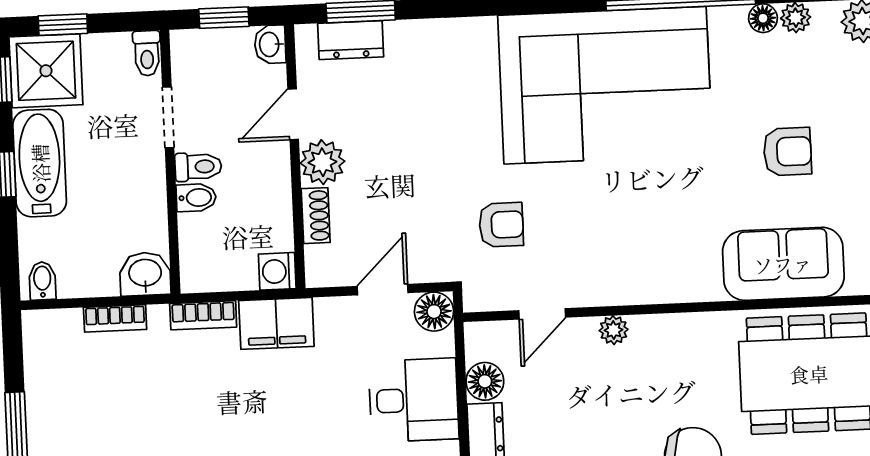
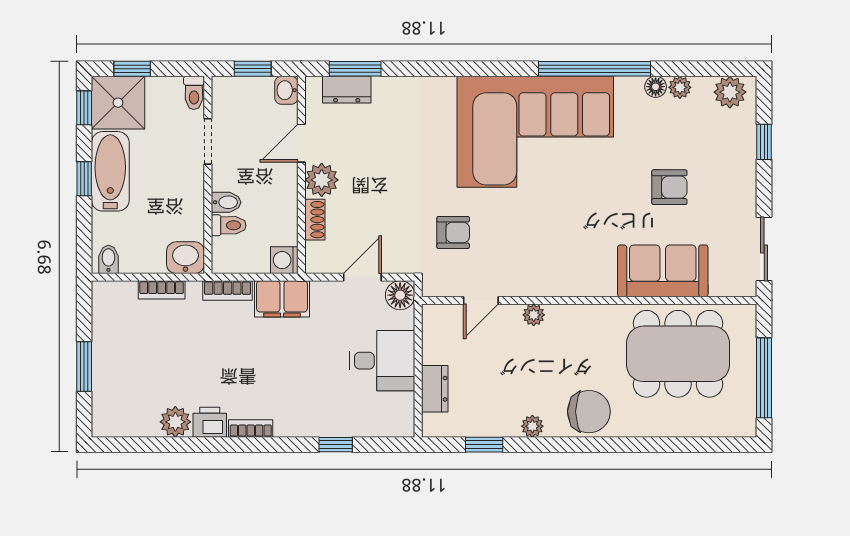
toilet: (198, 167) -> (229, 225), moved
floor lamp: (485, 381) -> (436, 349), removed

